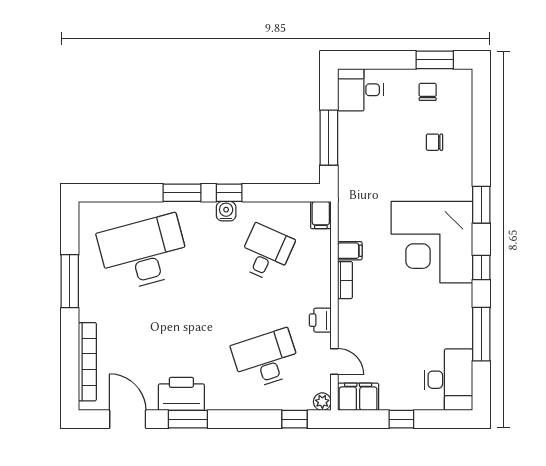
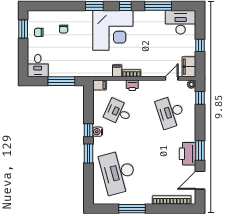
printer: (320, 320) -> (132, 85), moved

